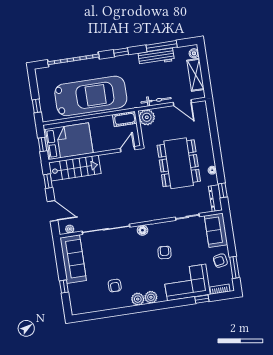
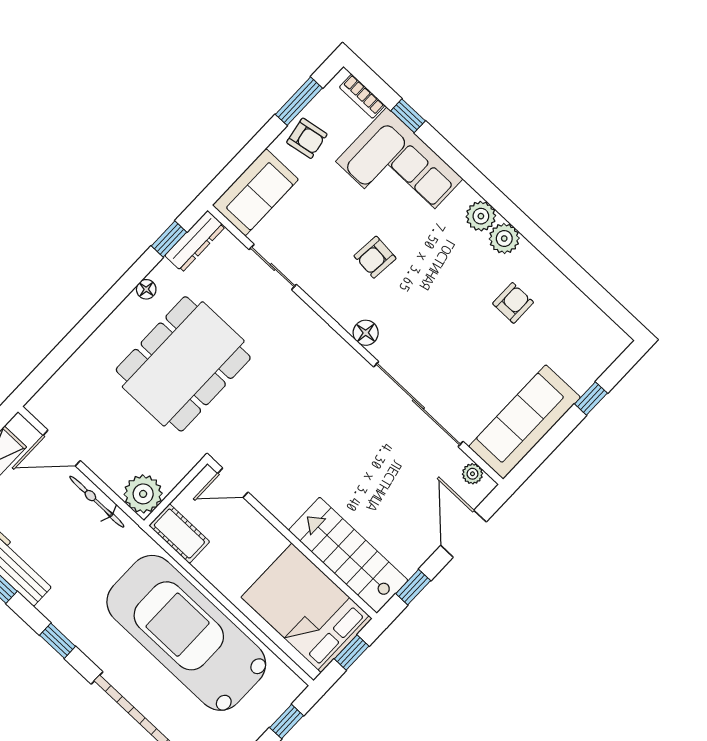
door: (182, 103) -> (62, 448), swing flipped

